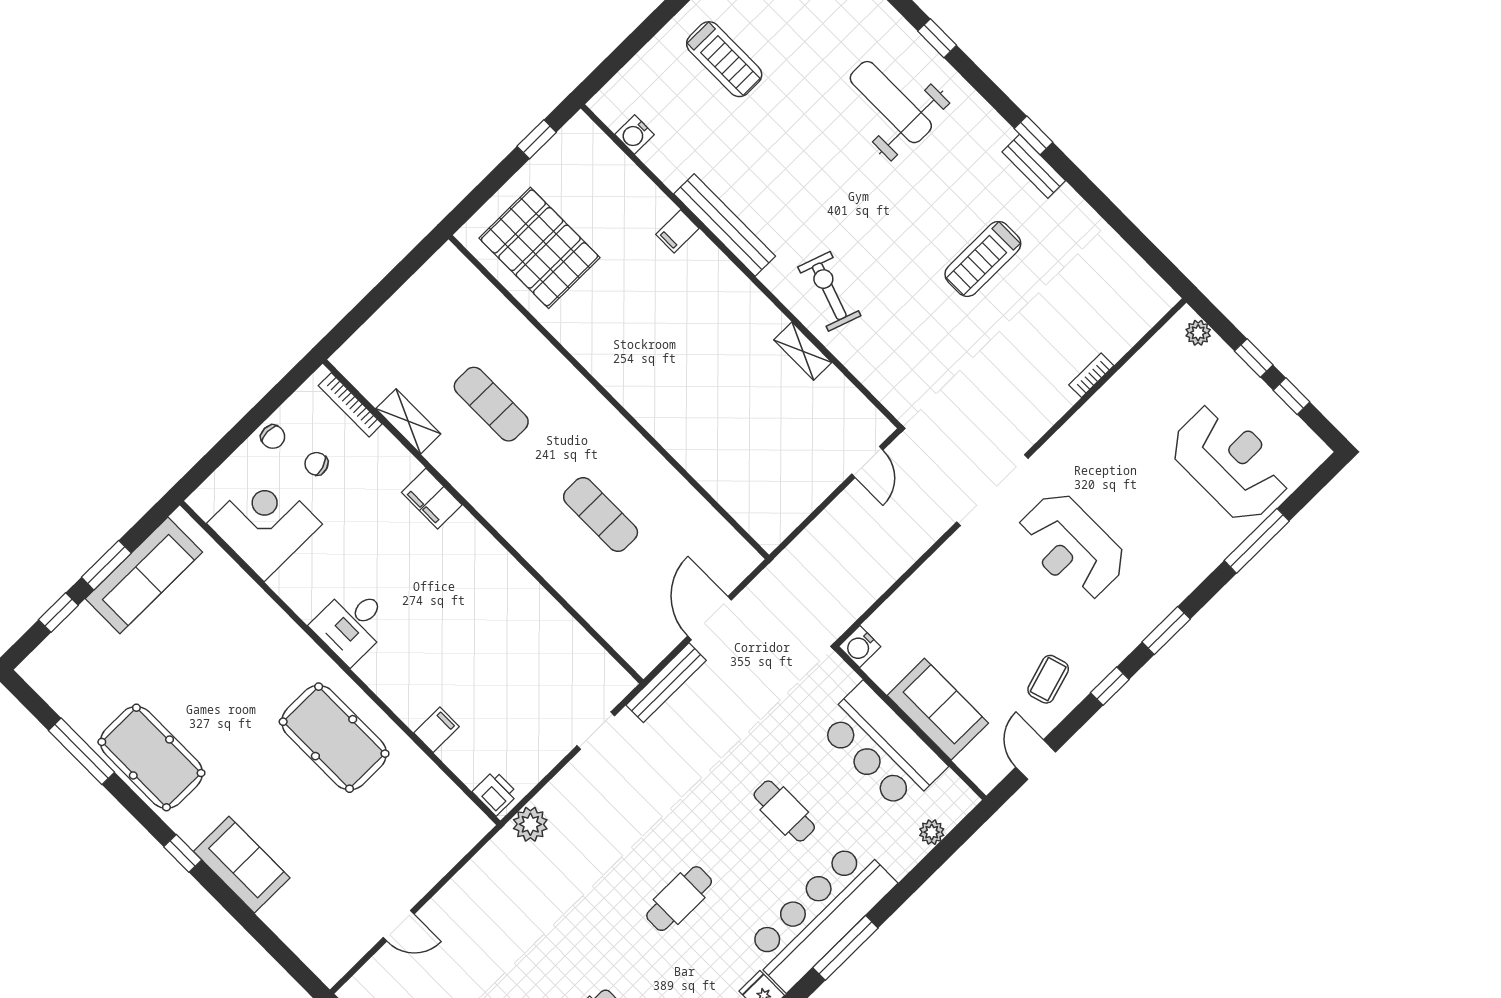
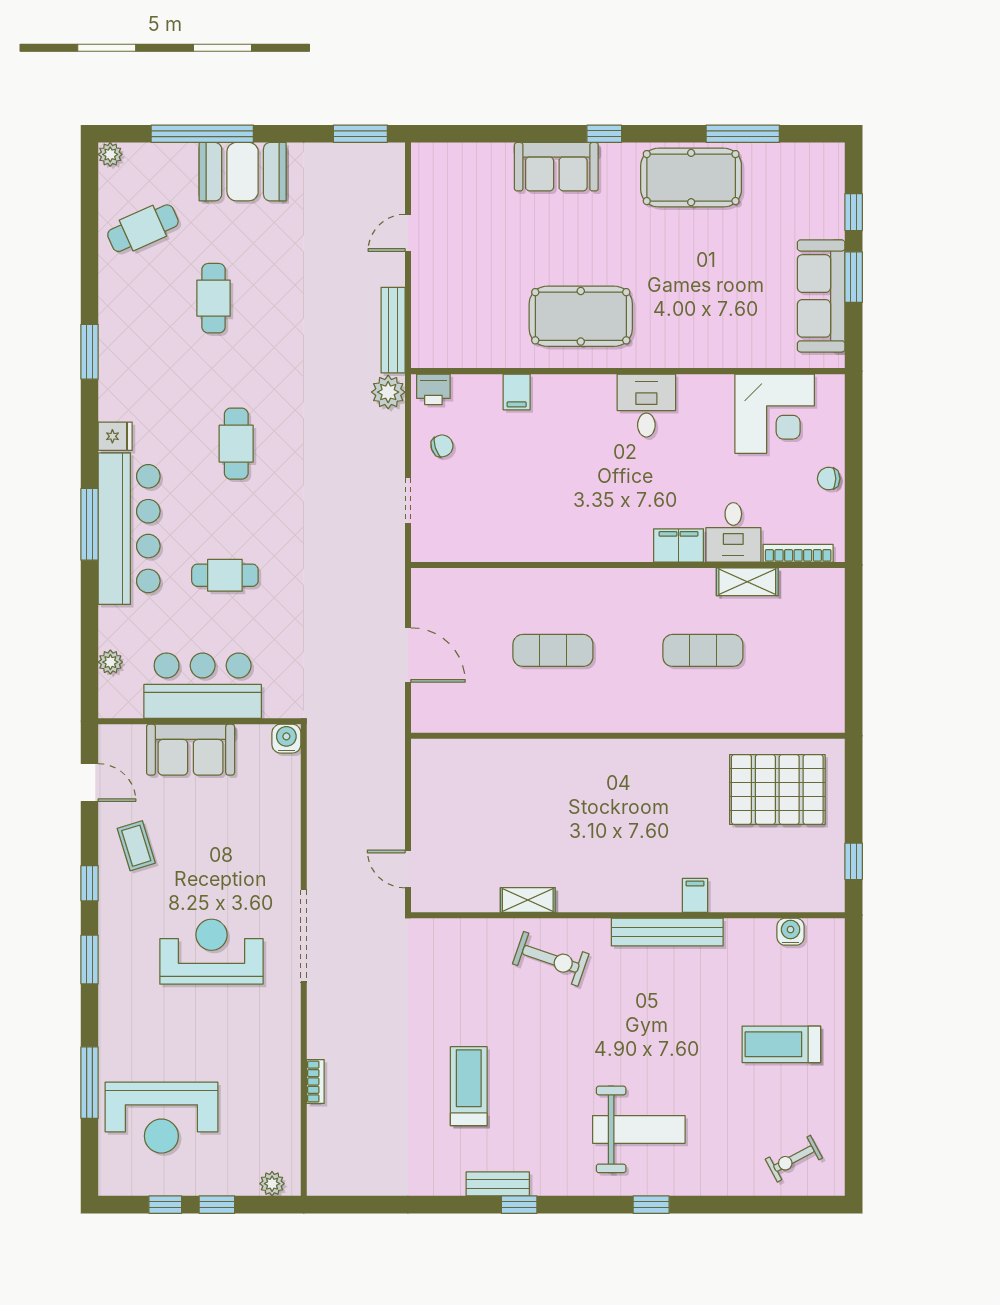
chair: (316, 464) -> (442, 446), moved
desk: (382, 468) -> (733, 532), added
bench: (666, 683) -> (393, 330), moved

